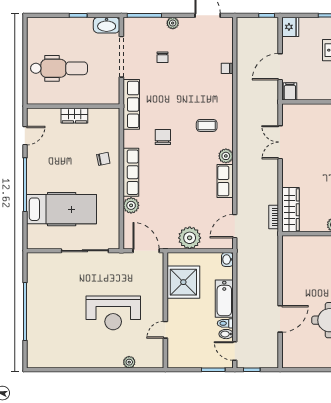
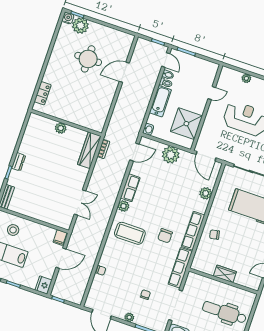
coffee table: (207, 125) -> (130, 233), width x1.86, depth x1.72
row of seats: (131, 172) -> (193, 231), moved

